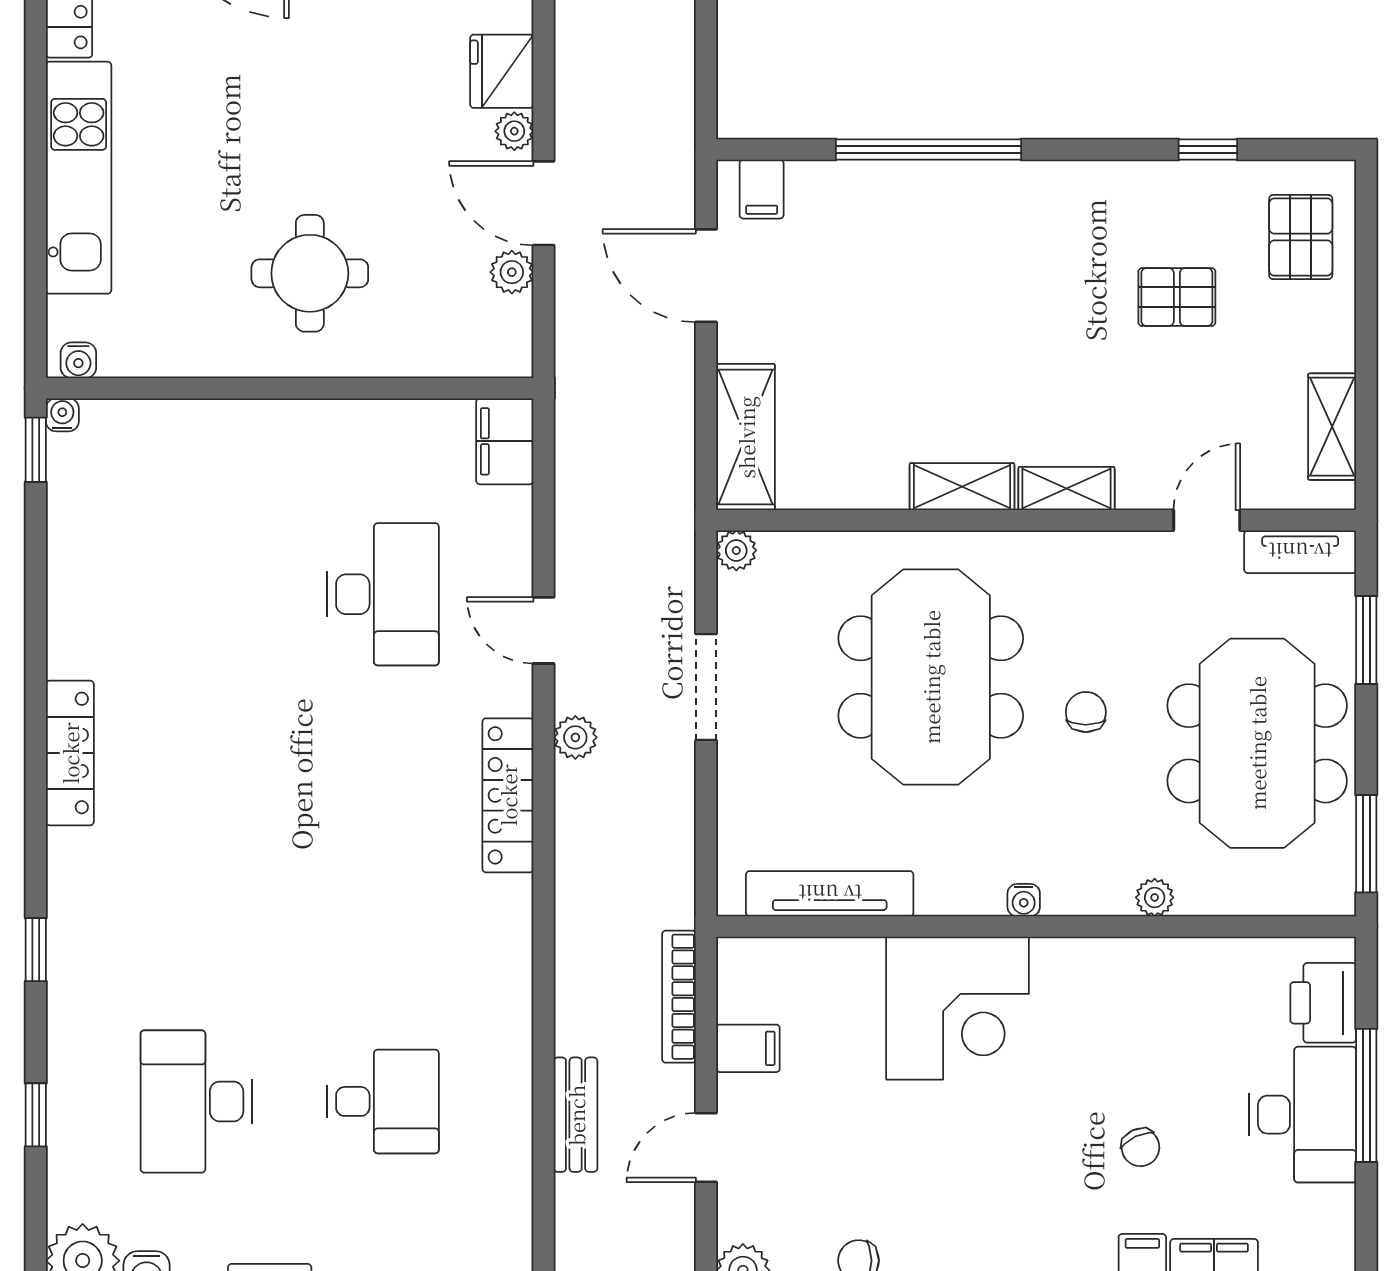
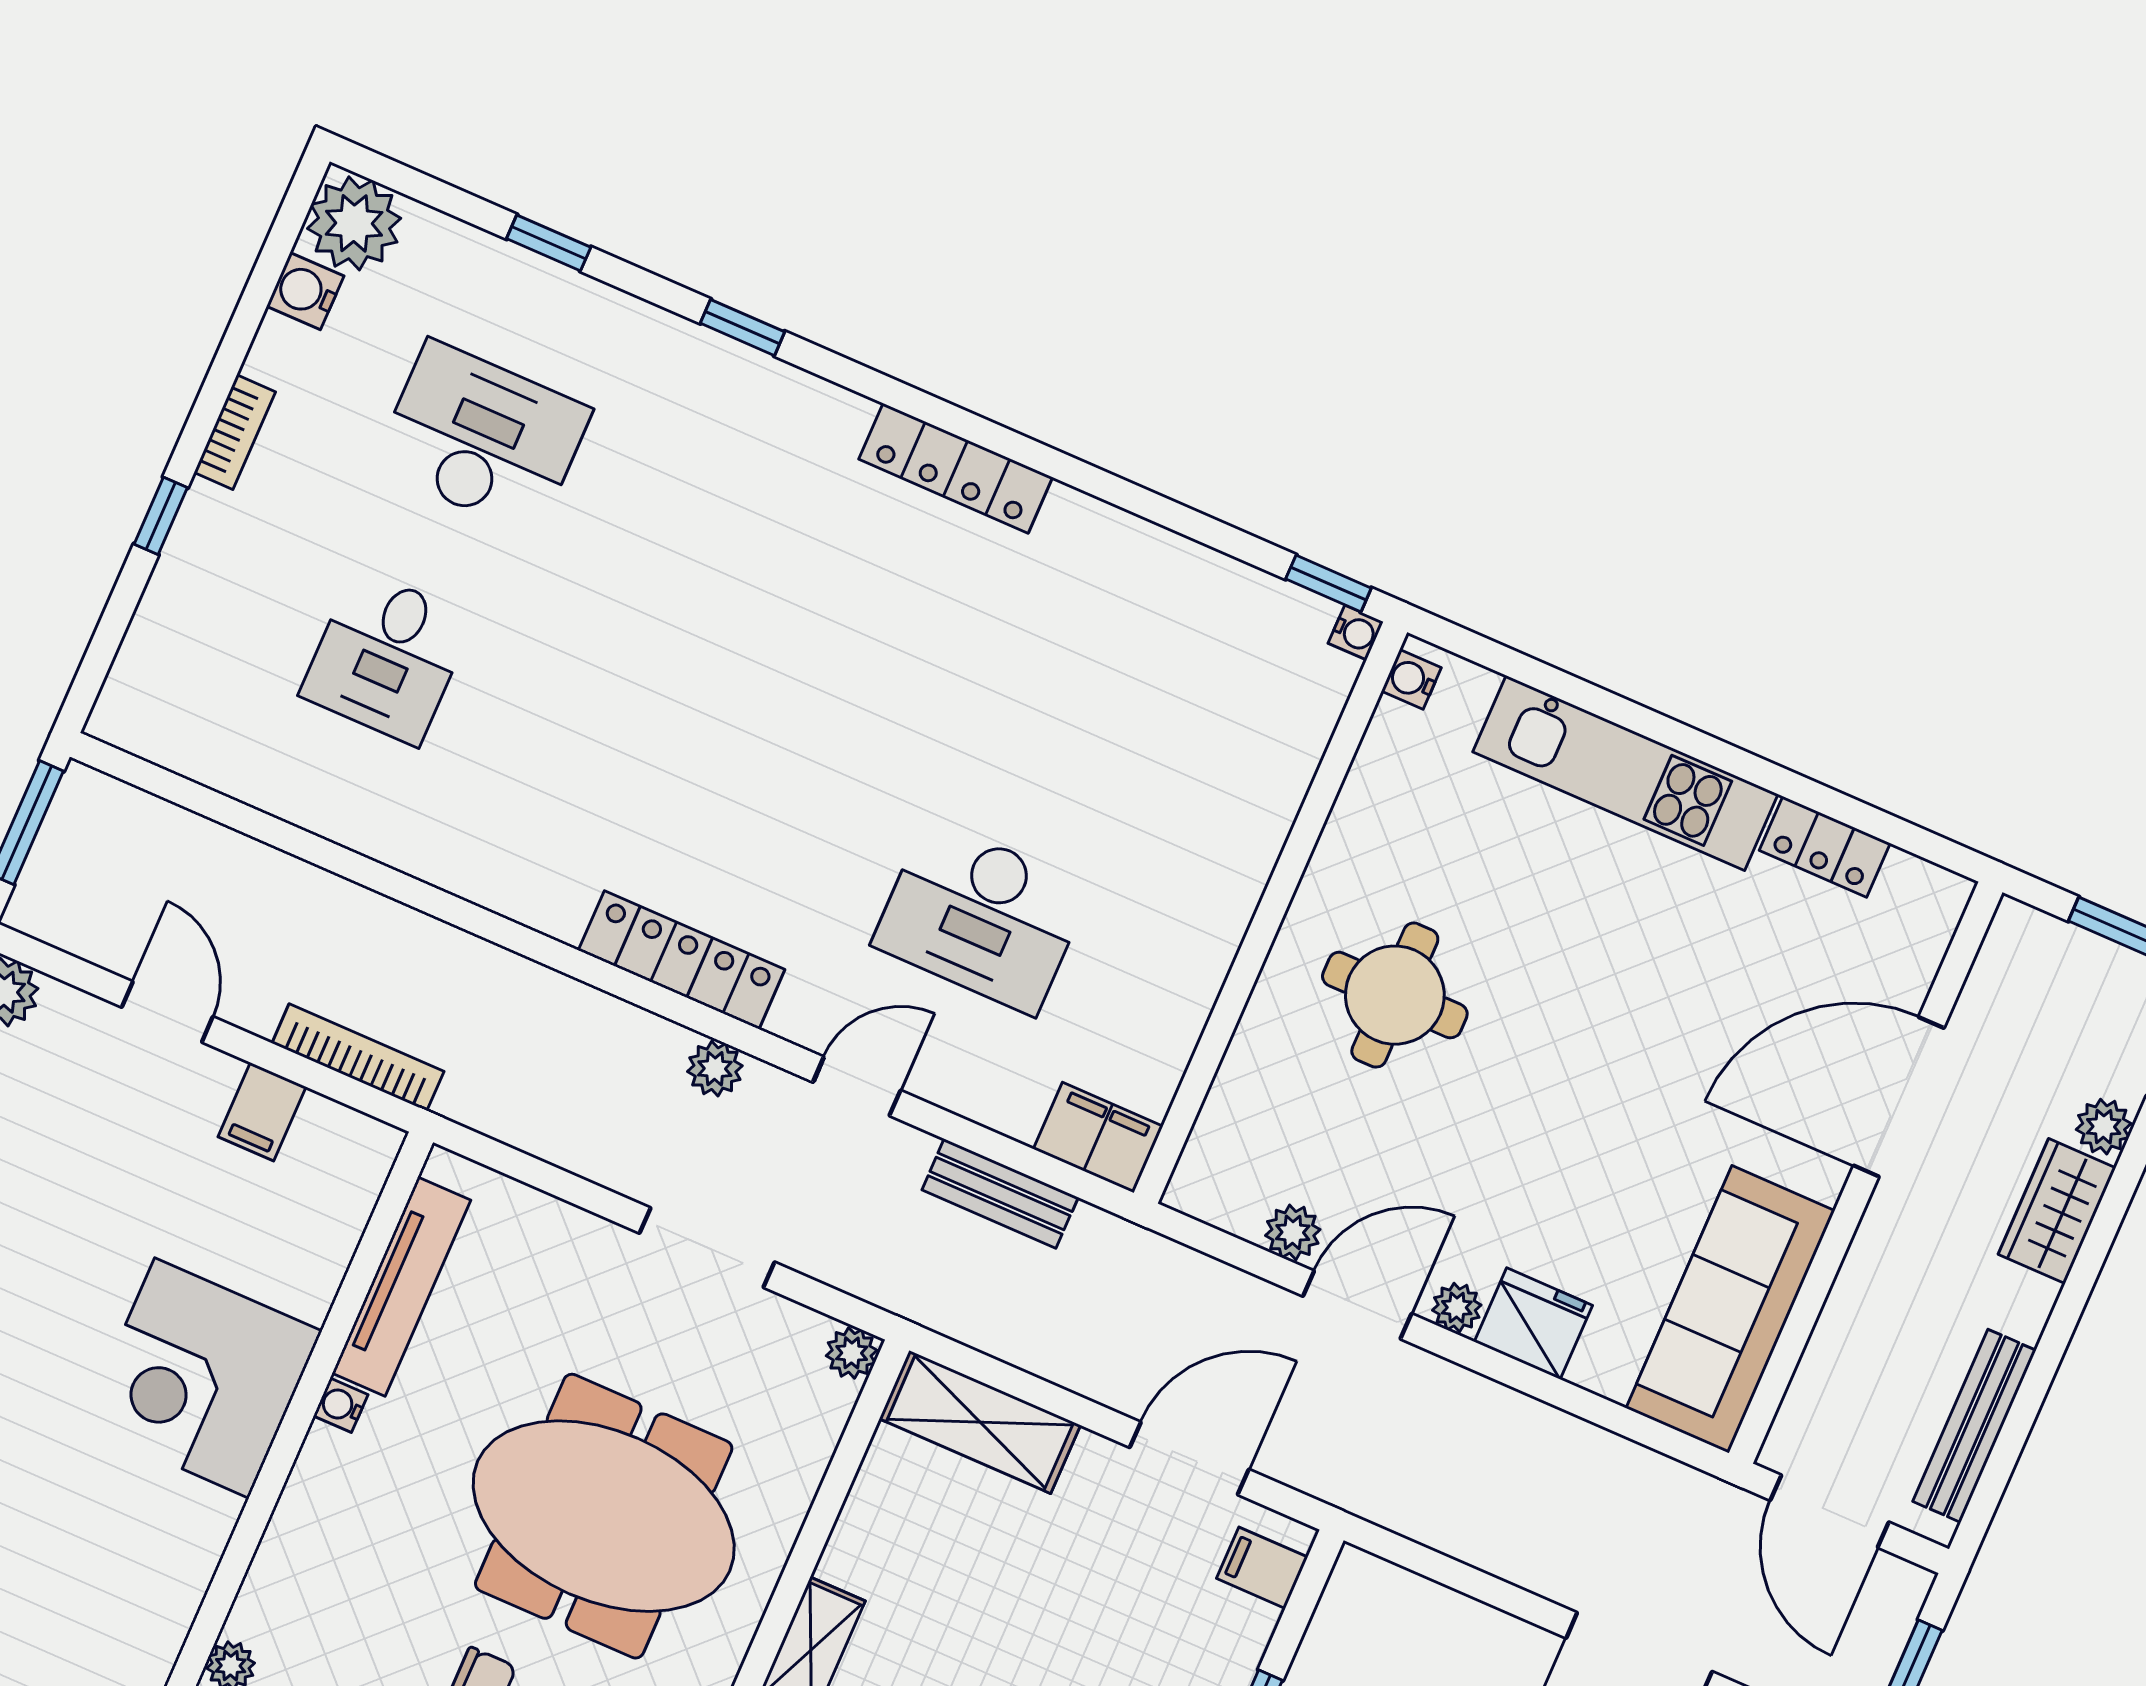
water cooler: (1024, 900) -> (341, 1405), moved
bench: (576, 1115) -> (1000, 1194), moved

